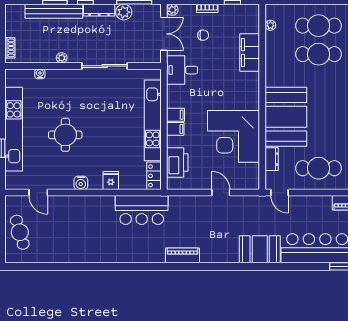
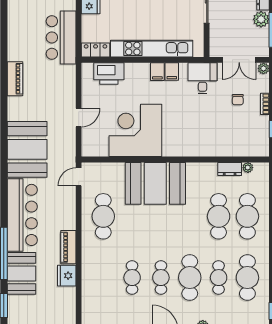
filing cabinet: (250, 53) -> (220, 147), removed
filing cabinet: (175, 129) -> (172, 71), moved
dresser: (272, 159) -> (230, 169), moved
booth: (260, 249) -> (27, 149), width x1.36, depth x1.42

